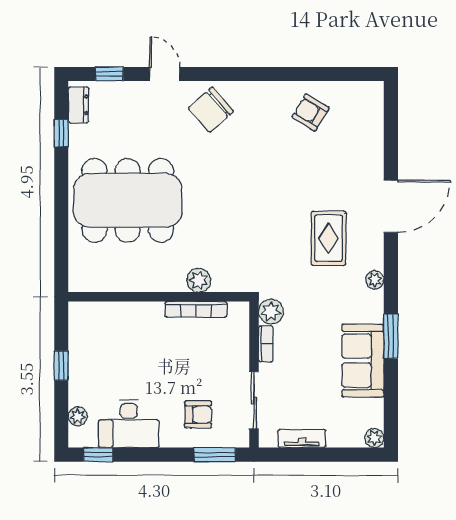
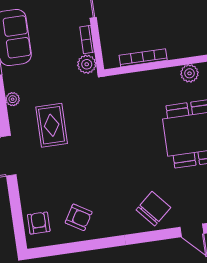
armchair: (364, 113) -> (39, 223), added
plant: (199, 280) -> (189, 73), moved

